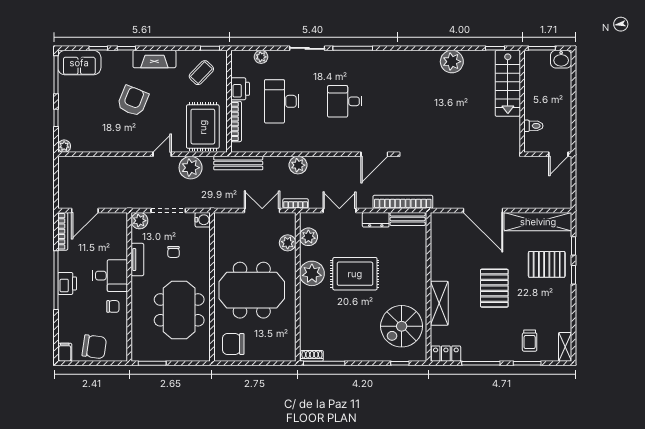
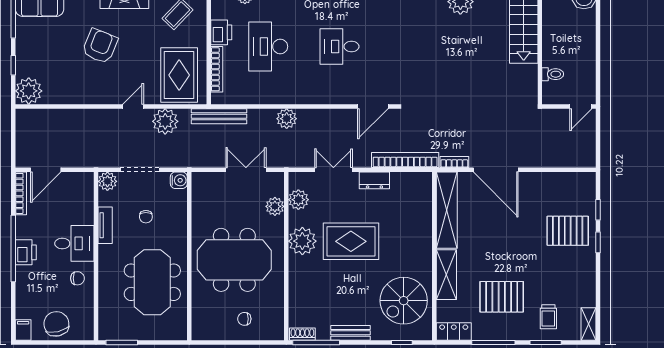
plant: (64, 146) -> (29, 91), width x1.87, depth x1.87
bookcase: (296, 204) -> (454, 162), moved
bench: (408, 219) -> (351, 333), moved
shelving: (538, 222) -> (447, 210), moved, turned 90
pallet: (494, 288) -> (502, 297), moved, turned 90
chair: (233, 344) -> (244, 319), moved, width x0.54, depth x0.54
chair: (94, 347) -> (56, 324), turned -111

